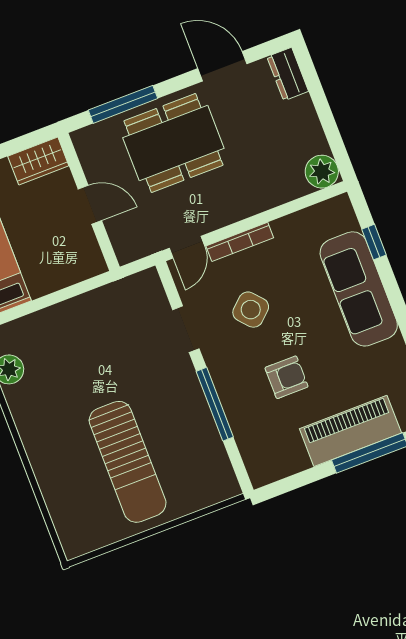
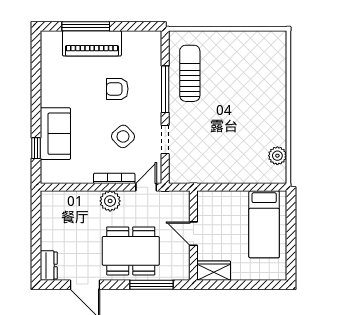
plant: (322, 172) -> (110, 201), moved
sofa: (359, 289) -> (55, 134), width x0.73
sun lounger: (128, 462) -> (190, 73), moved, width x0.73, depth x0.75

